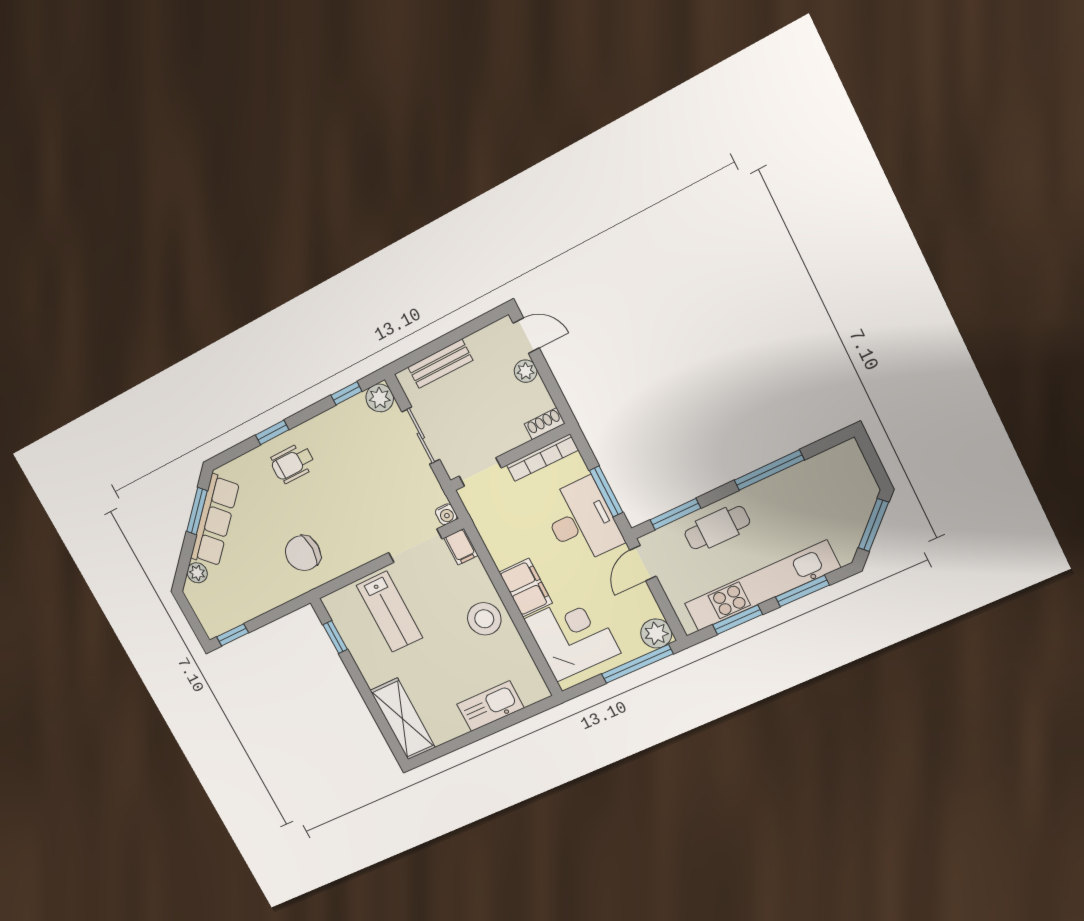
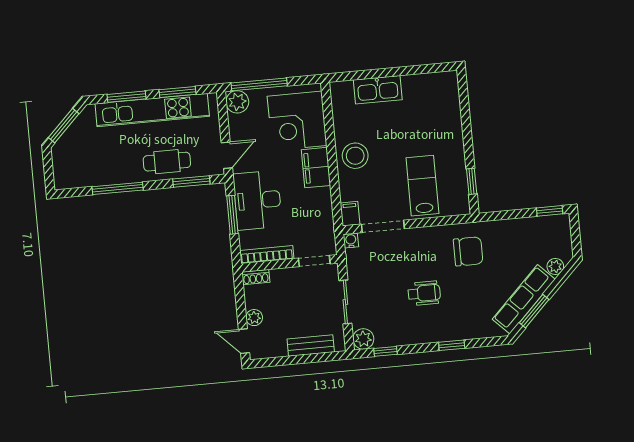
wheelchair: (293, 463) -> (424, 293), moved
shelving: (403, 719) -> (448, 102), removed

